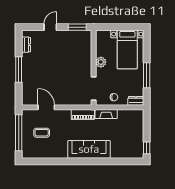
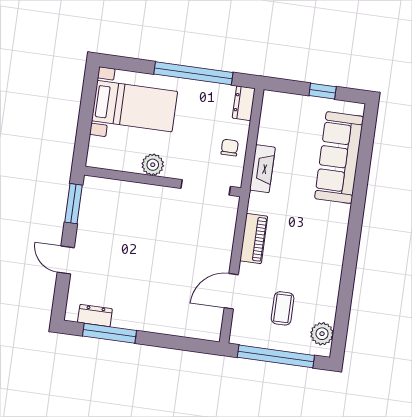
window: (19, 69) -> (110, 333), moved
window: (147, 75) -> (193, 73), width x1.46
piano: (83, 114) -> (254, 239), moved
window: (147, 148) -> (323, 91), moved
sofa: (89, 149) -> (339, 158), moved
plant: (32, 153) -> (322, 334), added

